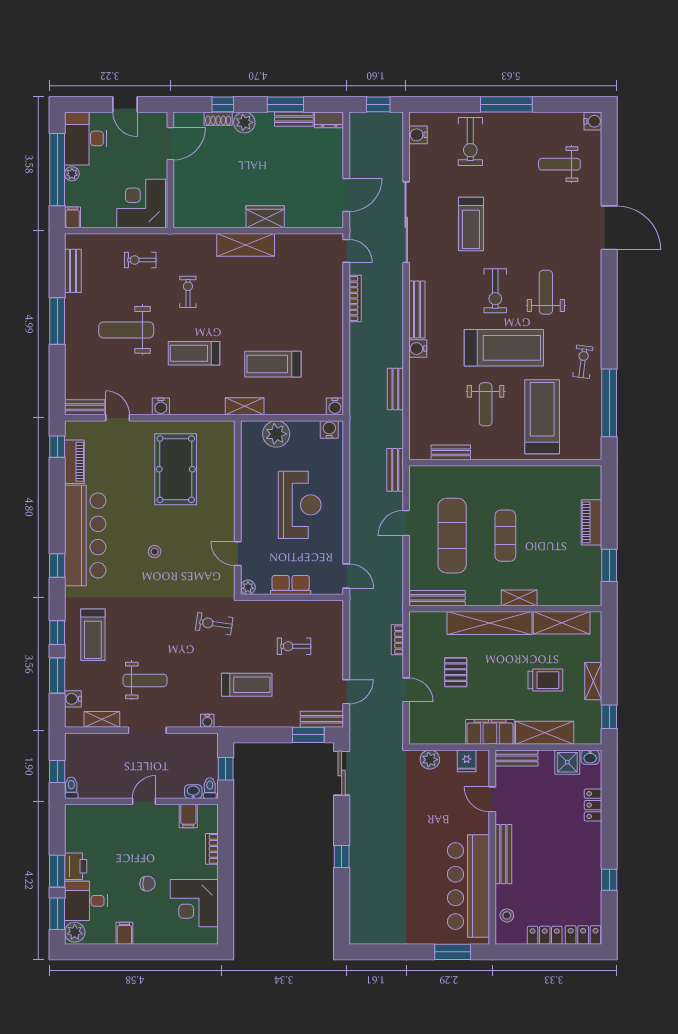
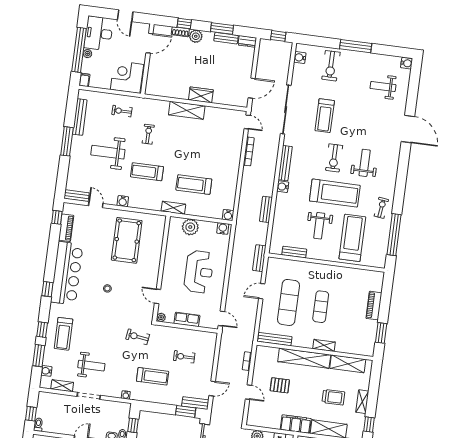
bench: (73, 271) -> (80, 117), width x1.36
pallet: (456, 672) -> (280, 385), turned 90

